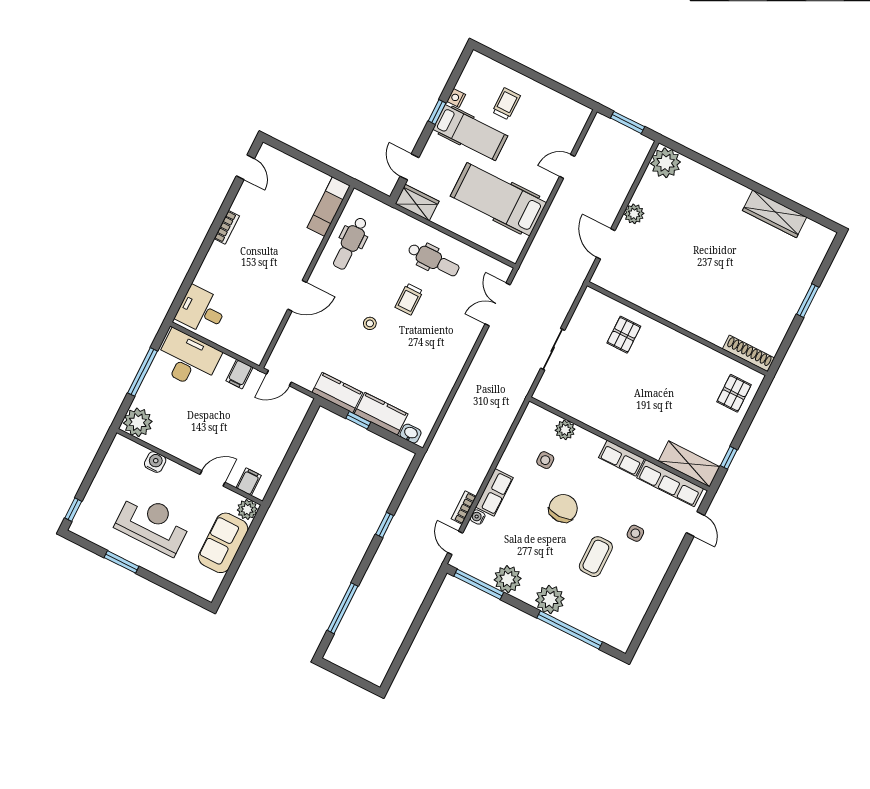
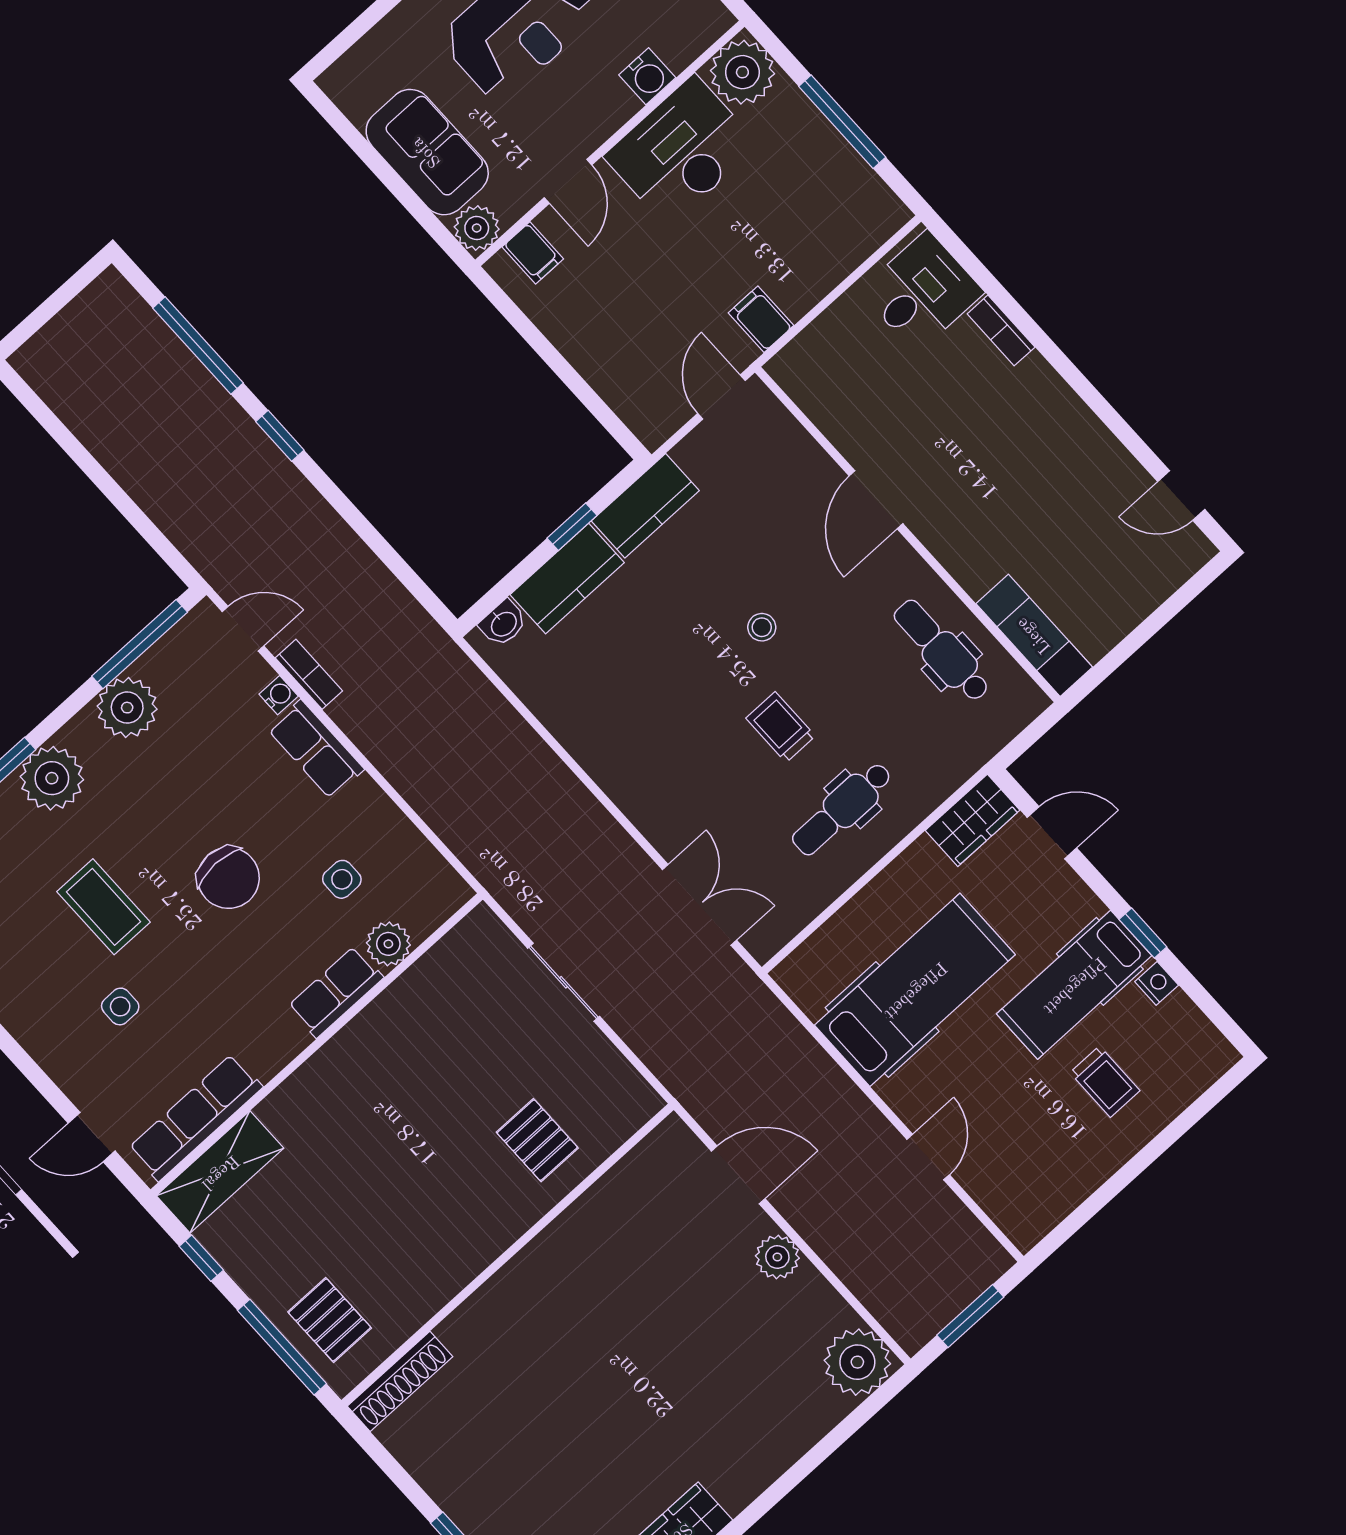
bookcase: (227, 227) -> (1001, 330), moved
desk: (188, 359) -> (681, 151), moved, turned 180
window: (753, 409) -> (282, 1347), added
row of seats: (622, 458) -> (336, 992), moved
window: (385, 525) -> (280, 436), moved

